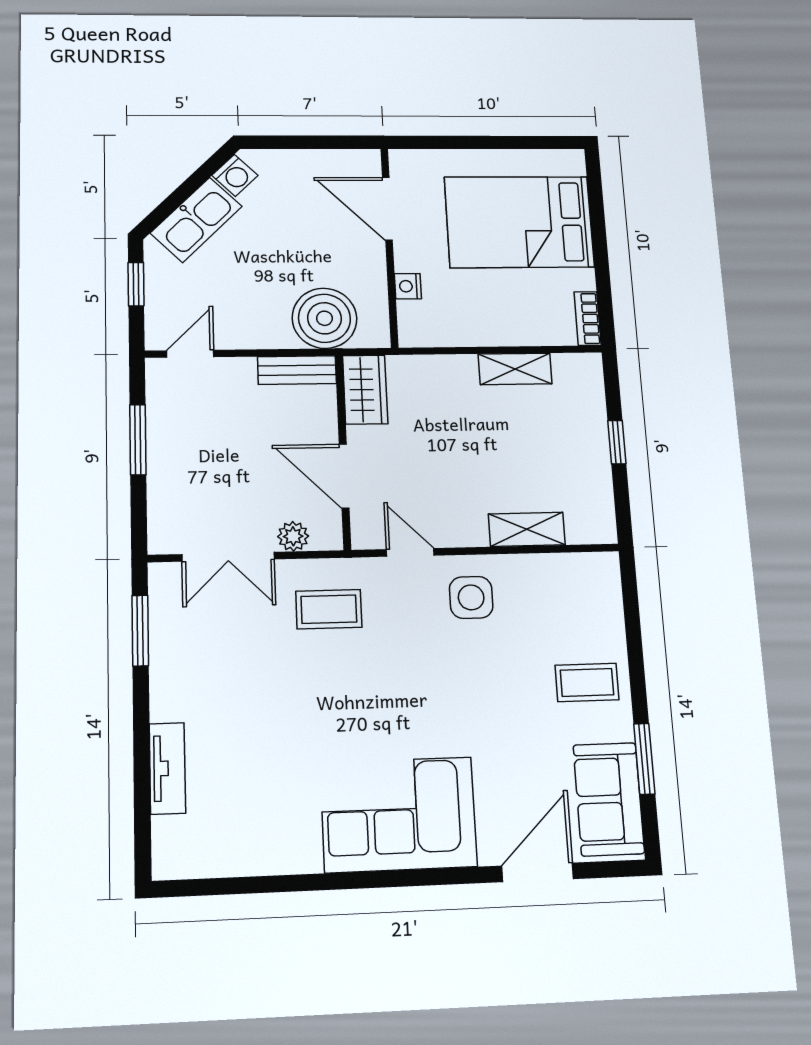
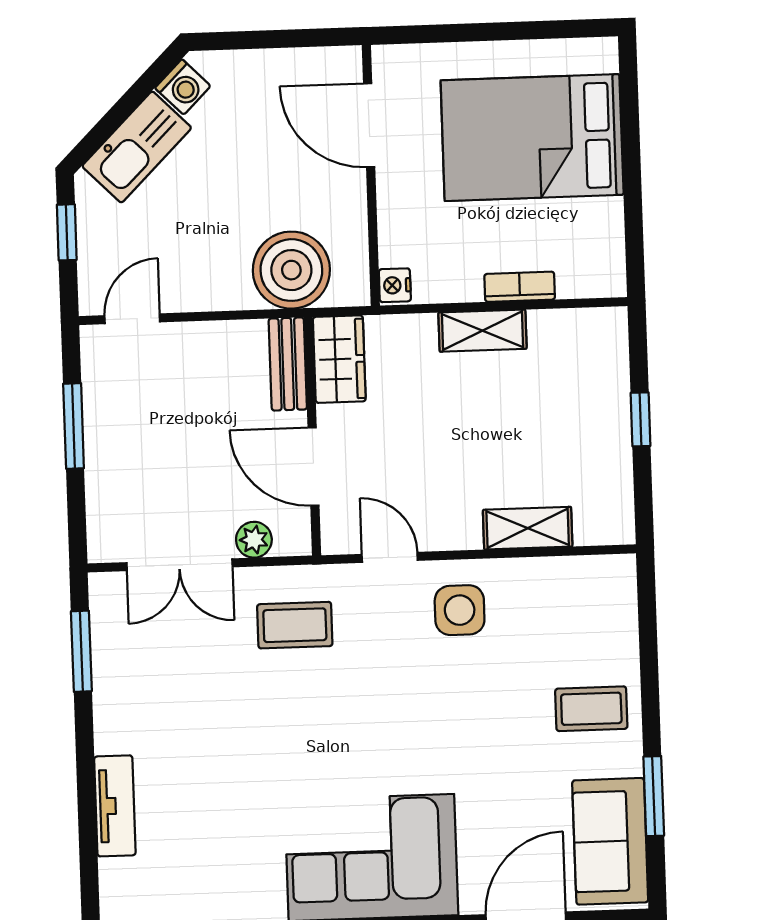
nightstand: (408, 286) -> (395, 285), moved
bookcase: (588, 319) -> (520, 287), moved, turned 90
shelving: (515, 369) -> (482, 331), moved
bench: (297, 370) -> (288, 364), moved, turned 90

